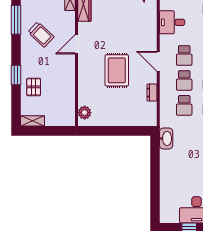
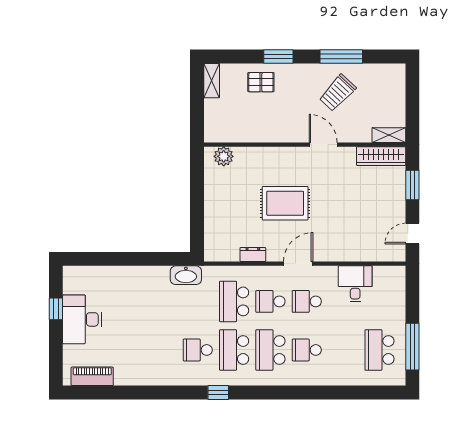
window: (16, 20) -> (341, 57), moved
school desk: (184, 105) -> (234, 301), width x1.85

